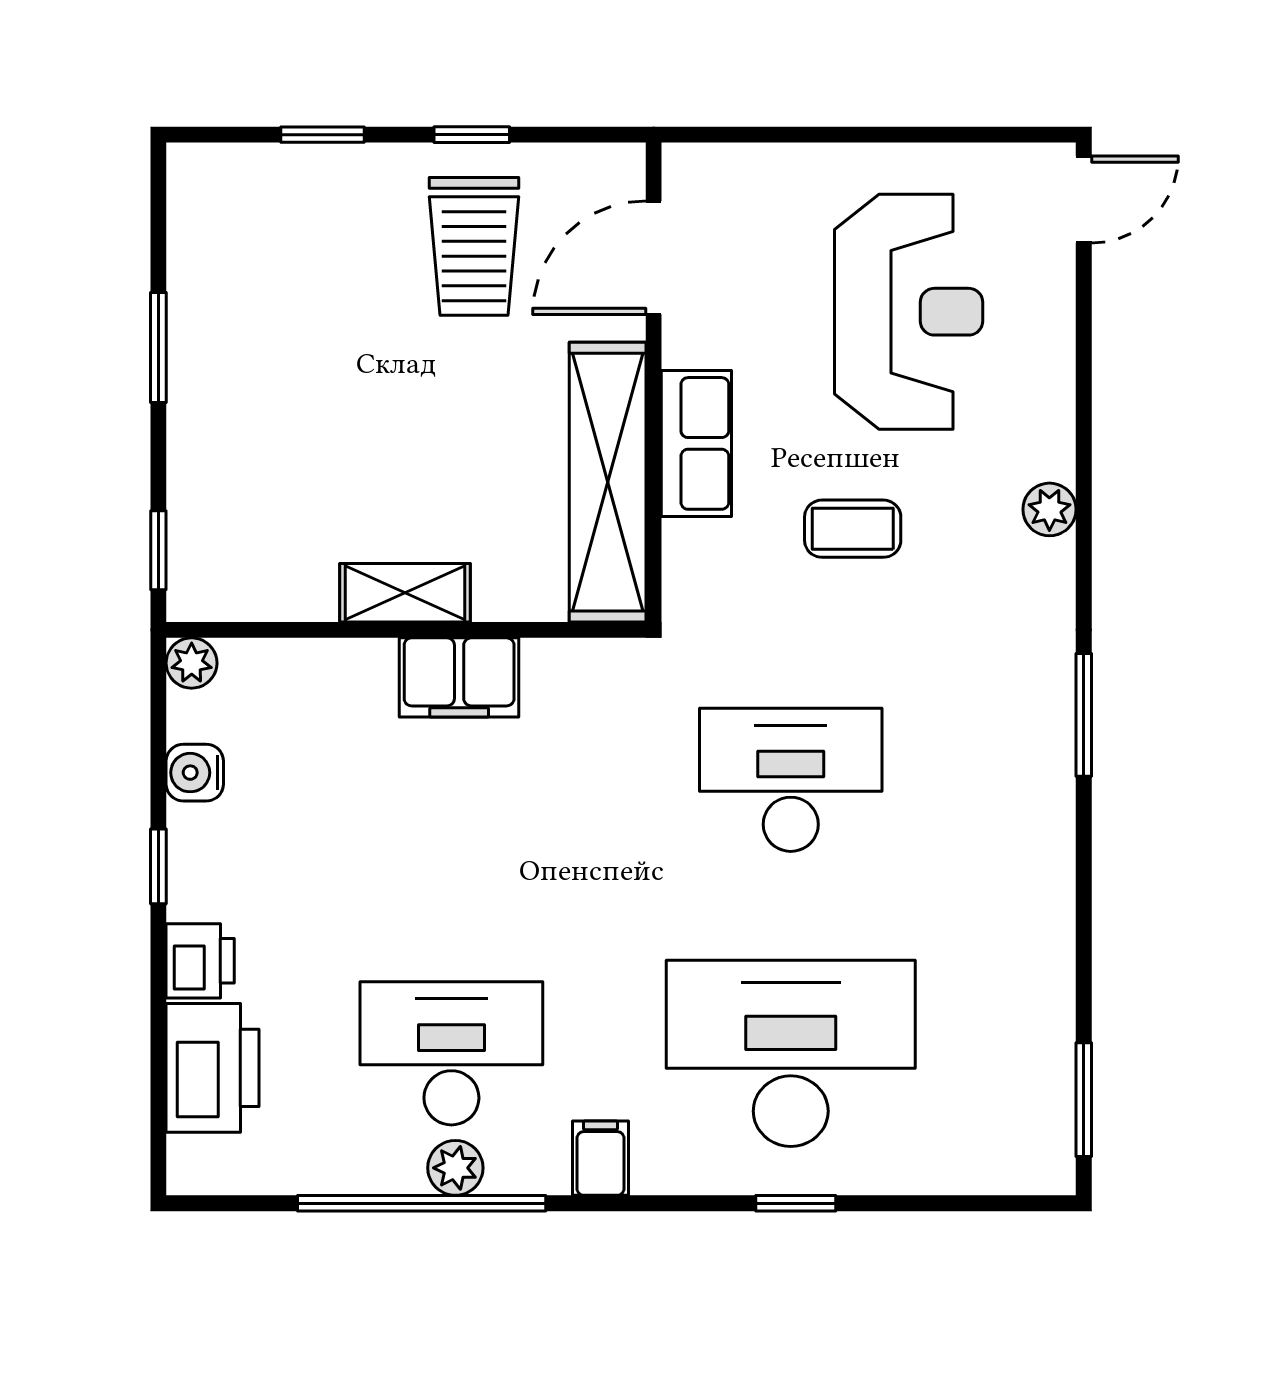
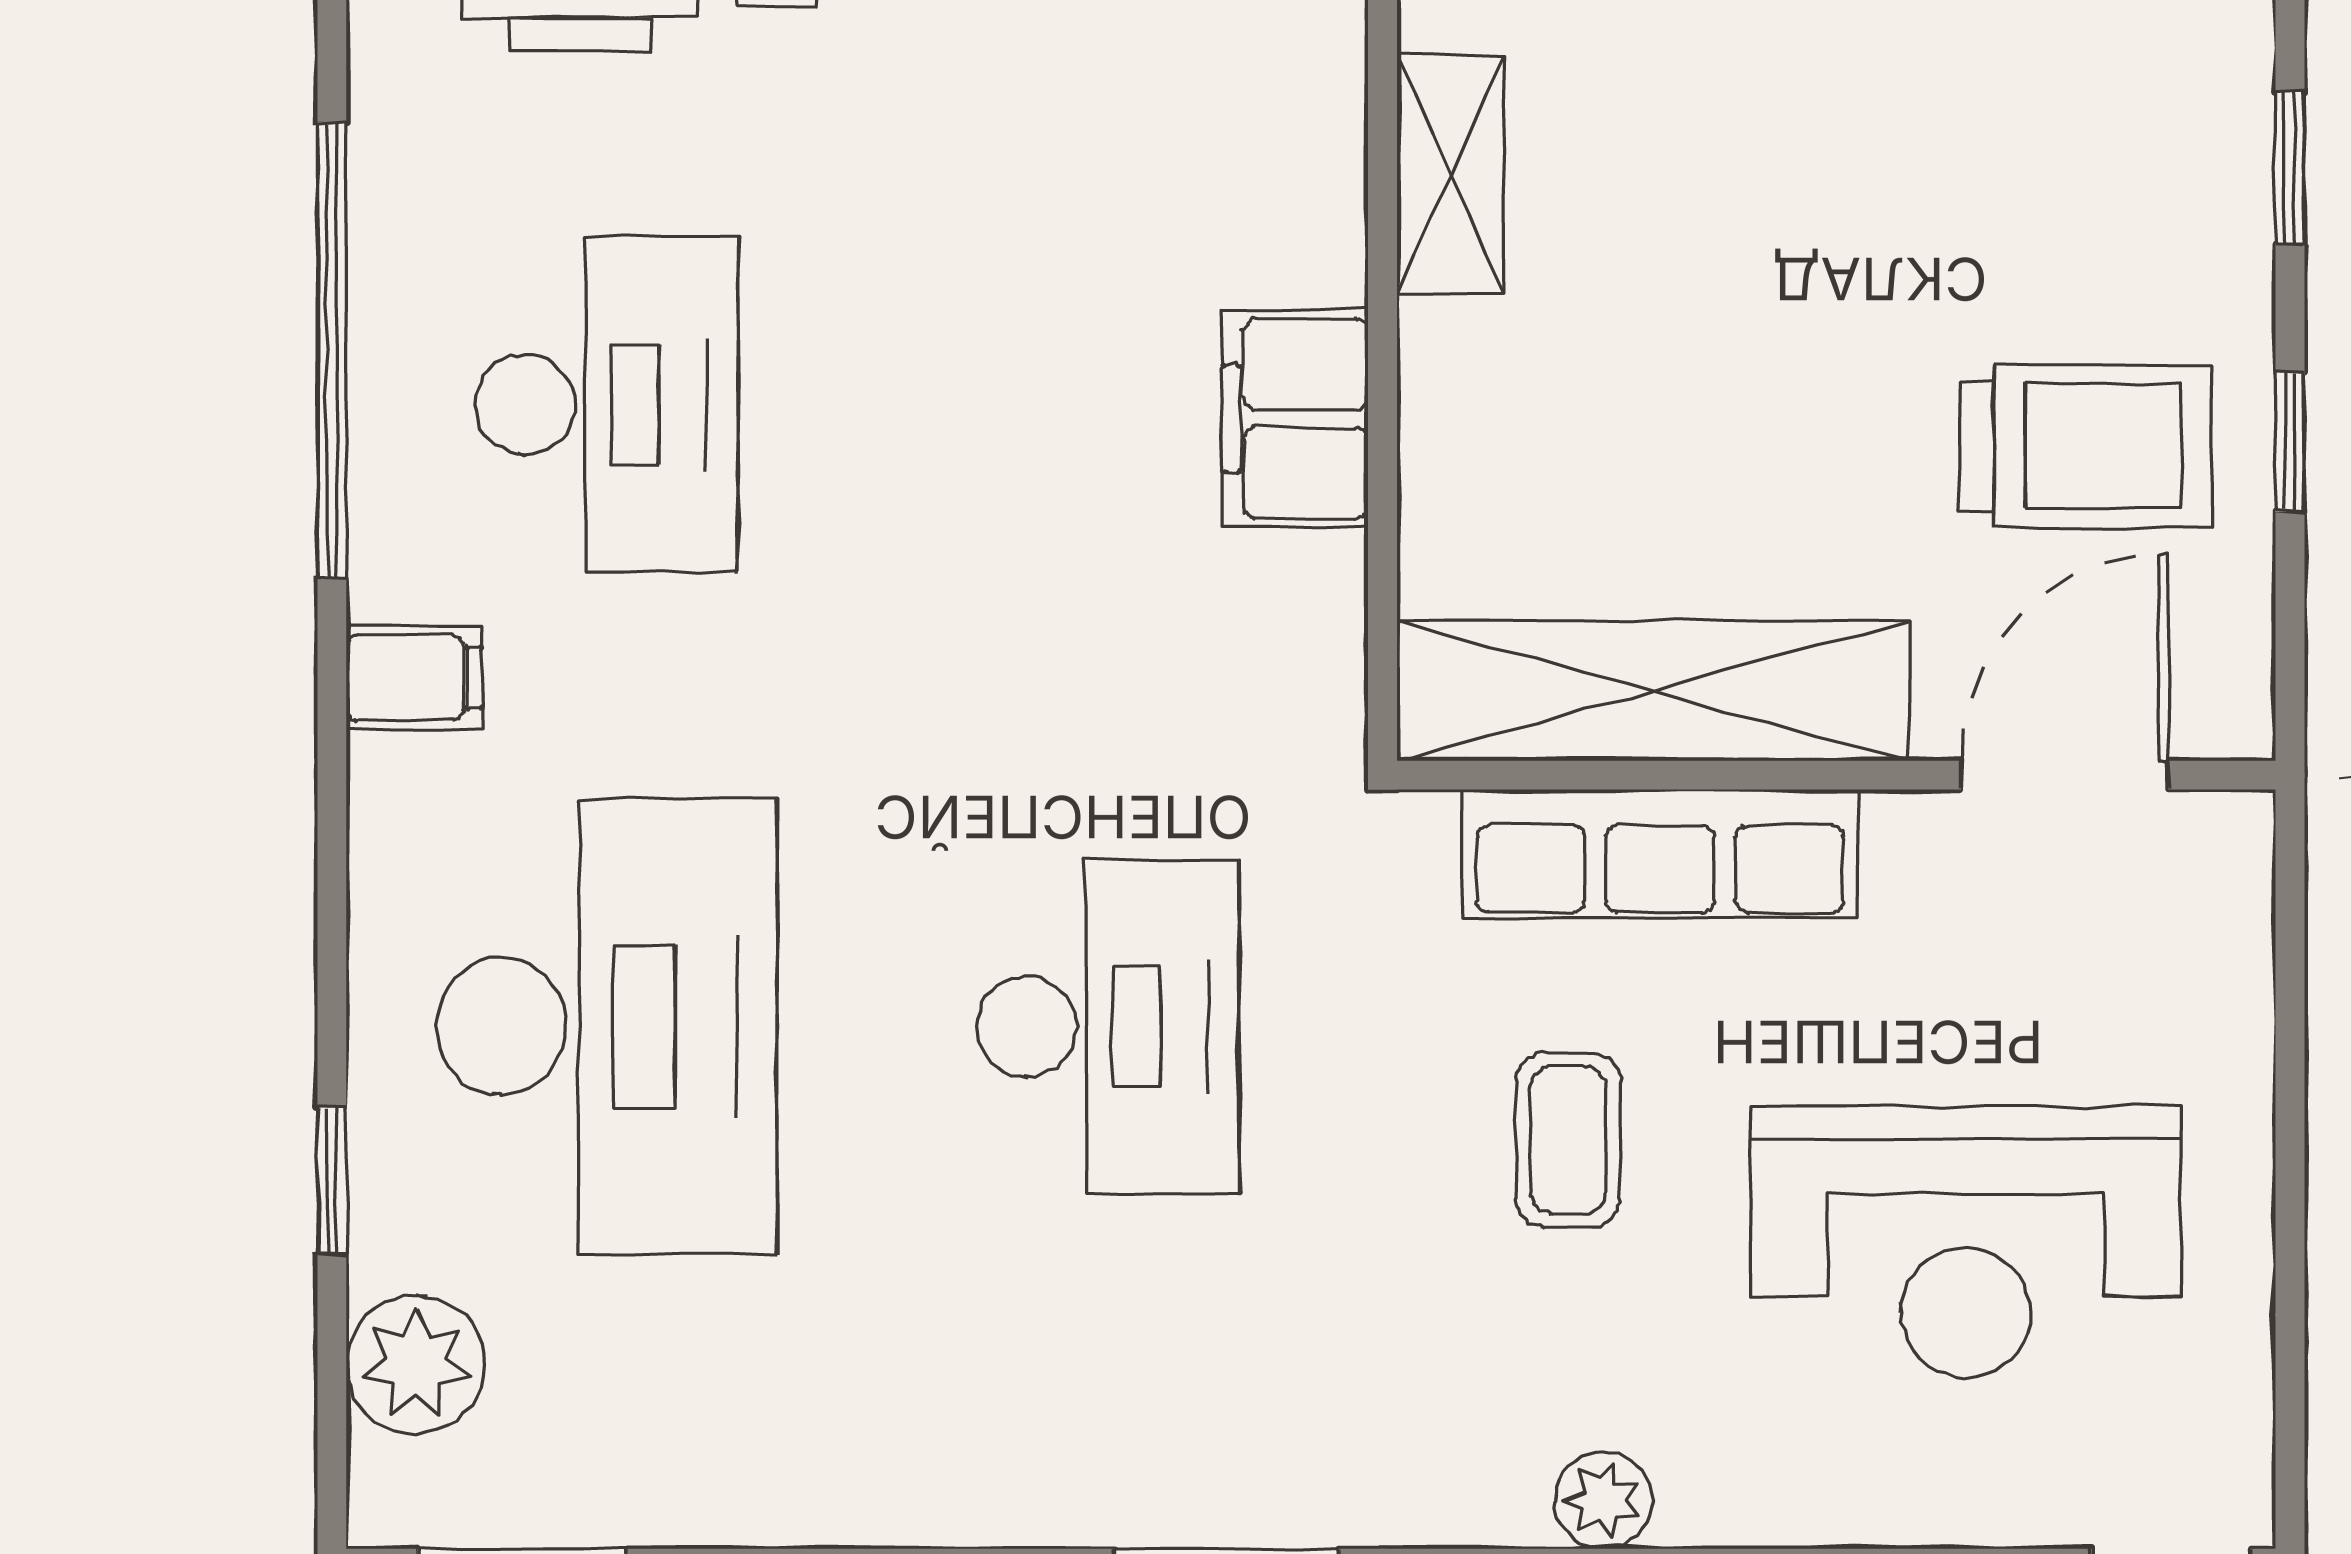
trolley: (474, 246) -> (2085, 446), turned 180
door: (654, 258) -> (2065, 775), hinge flipped
row of seats: (696, 443) -> (1660, 854), width x1.48
shelving: (405, 593) -> (1451, 175), moved
plant: (455, 1168) -> (416, 1365), moved, width x1.38, depth x1.38
window: (796, 1203) -> (332, 1180), moved

